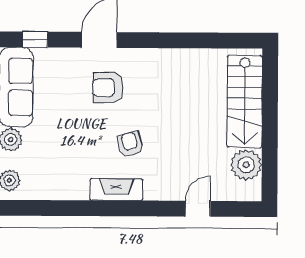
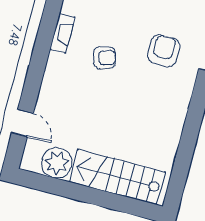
fireplace: (116, 190) -> (62, 33), width x0.73, depth x0.76
door: (198, 209) -> (22, 123), moved

